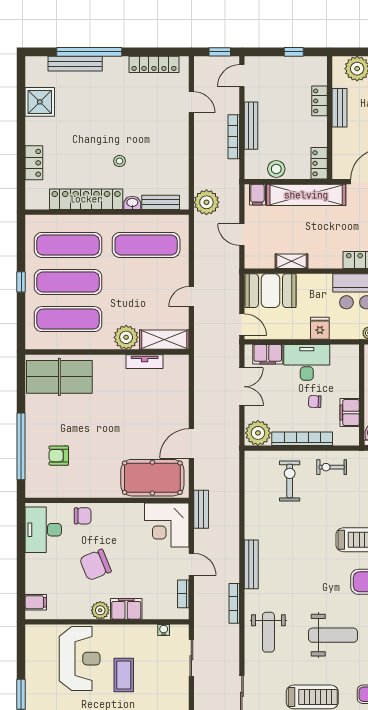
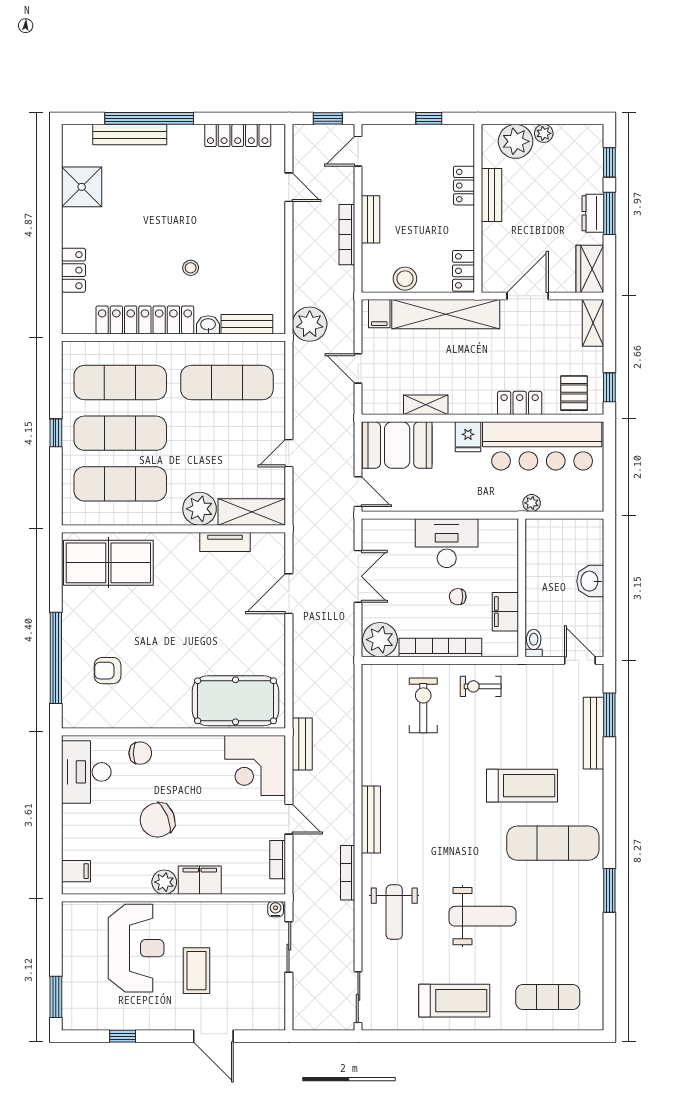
bench: (251, 126) -> (371, 219), width x0.73
fridge: (320, 328) -> (468, 437), moved, turned 180
filing cabinet: (268, 354) -> (393, 532), removed
door: (191, 444) -> (289, 594), moved
water cooler: (164, 630) -> (276, 909), moved

